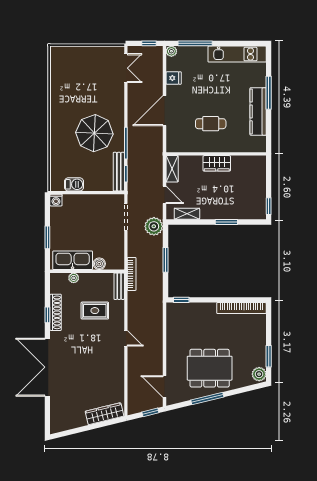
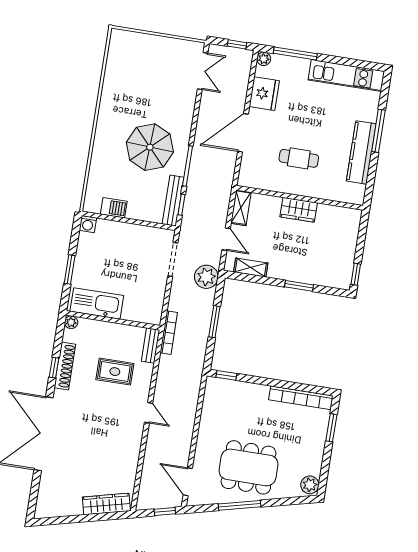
fridge: (174, 78) -> (264, 94), width x1.88, depth x1.34
boiler: (99, 264) -> (130, 313), removed
plant: (74, 278) -> (71, 322), moved
window: (269, 356) -> (331, 428), moved

